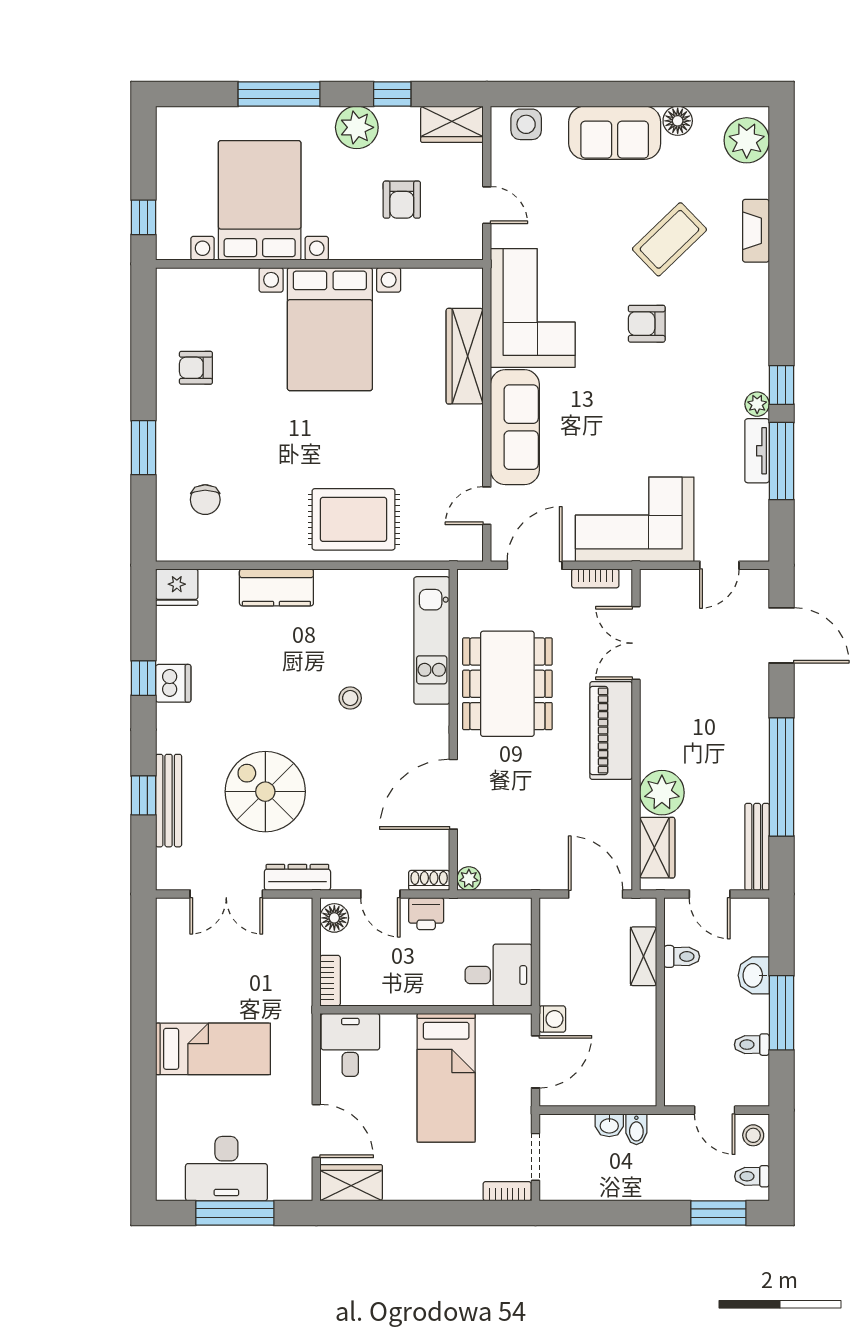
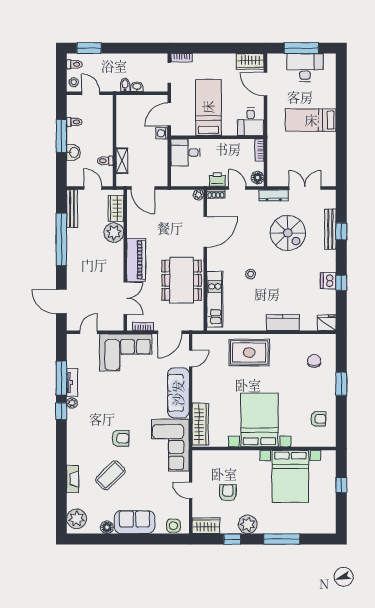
bed with nightstands: (260, 200) -> (290, 476), moved
wall: (319, 264) -> (264, 448), moved
bed with nightstands: (330, 329) -> (260, 420), moved

